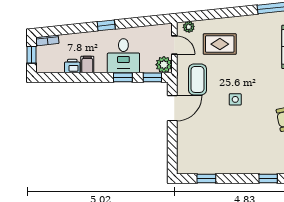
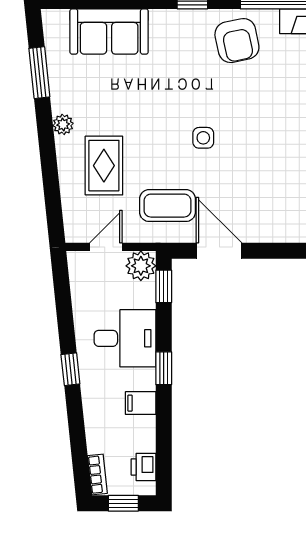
plant: (189, 27) -> (63, 124), moved
printer: (72, 66) -> (144, 467), moved
window: (123, 77) -> (164, 368), moved

